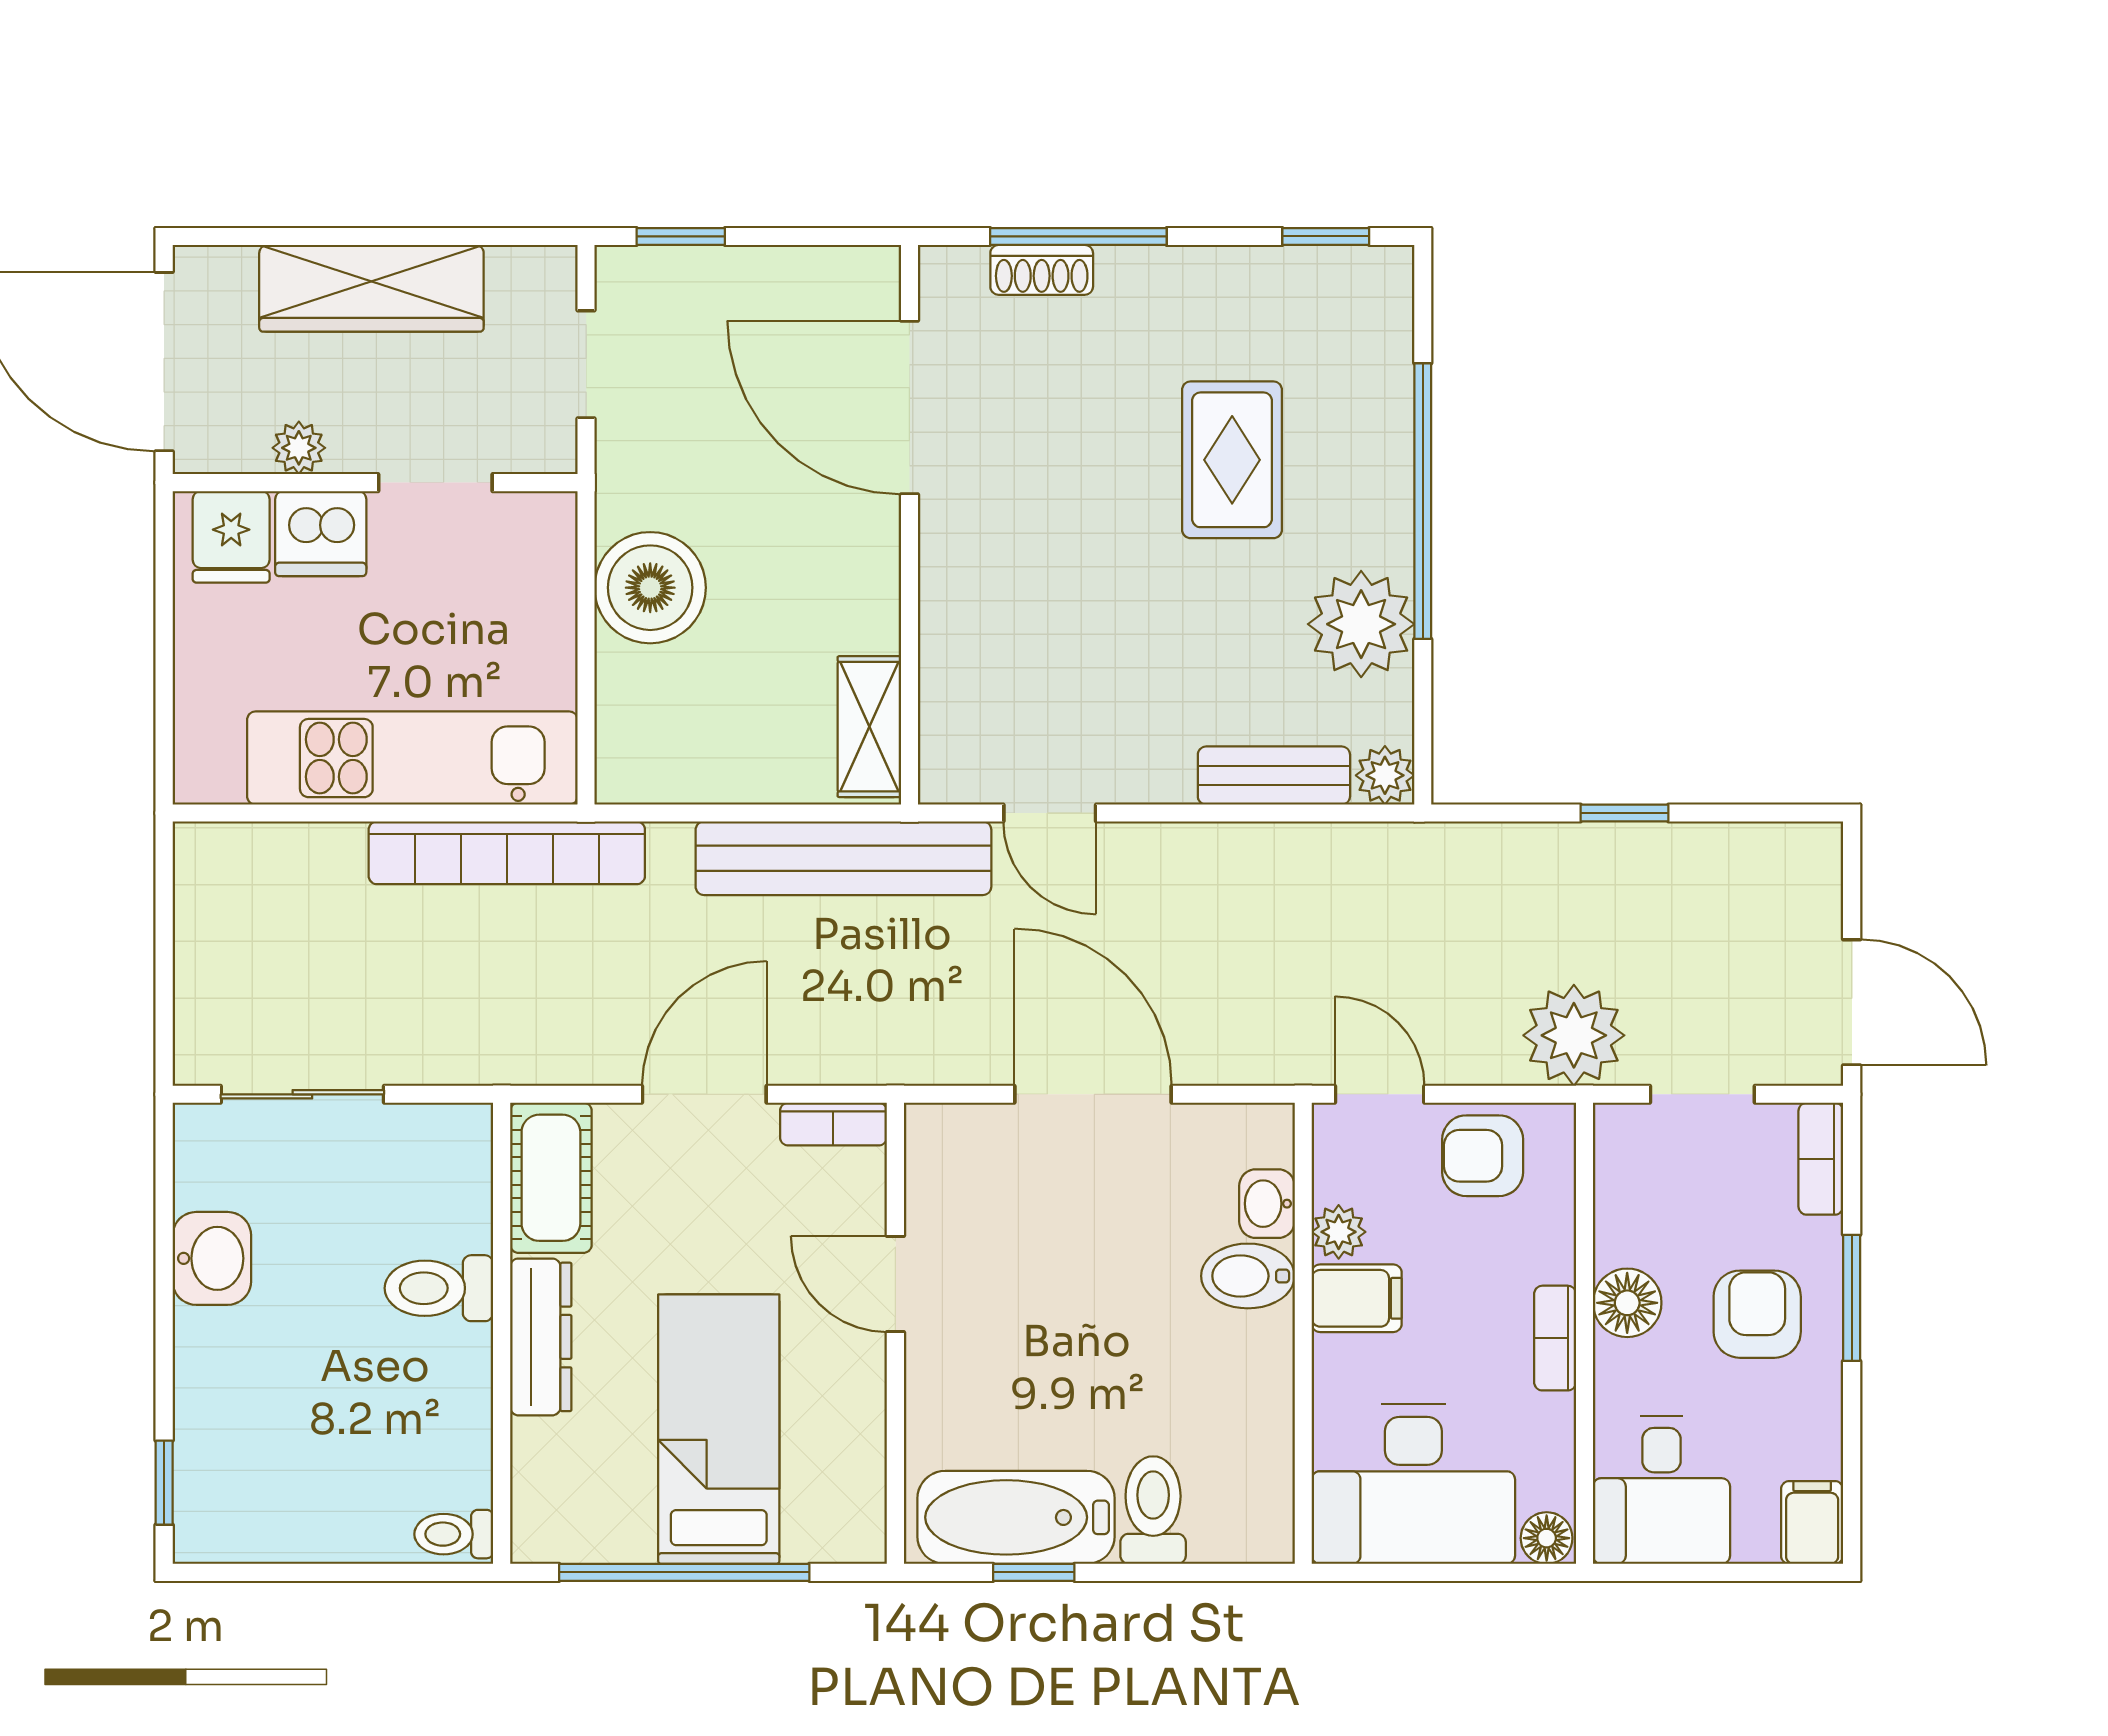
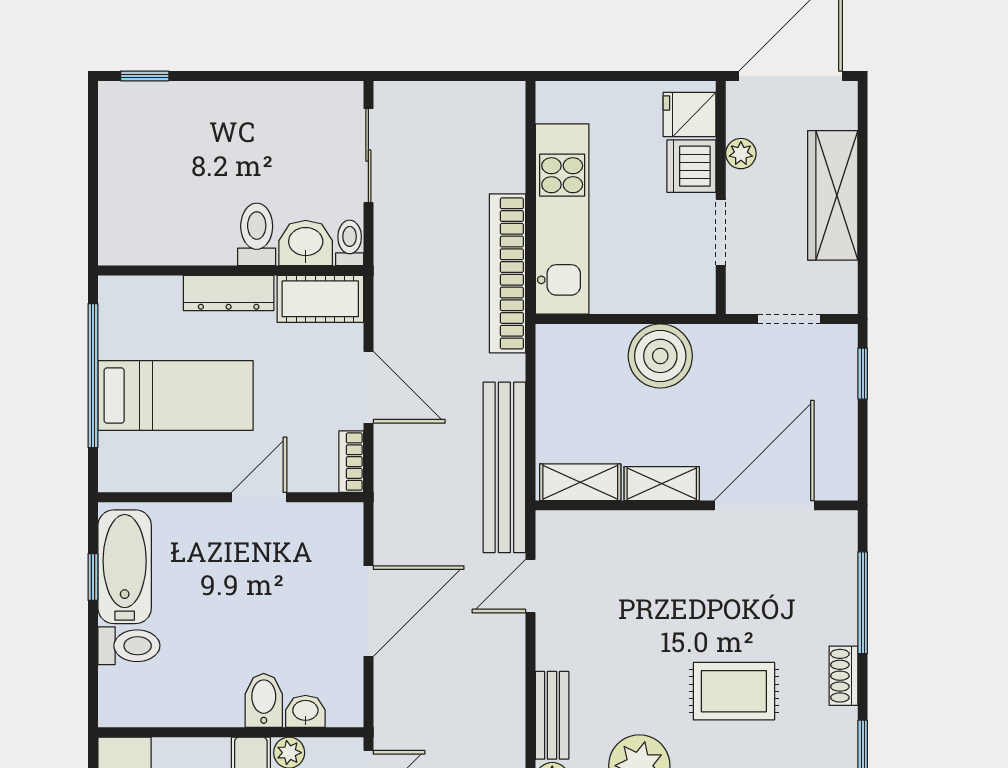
shoe rack: (1042, 270) -> (843, 676), moved
shelving: (872, 585) -> (662, 484), added
washbasin: (212, 1258) -> (306, 243), moved, turned 180
toilet: (454, 1534) -> (350, 243), moved

